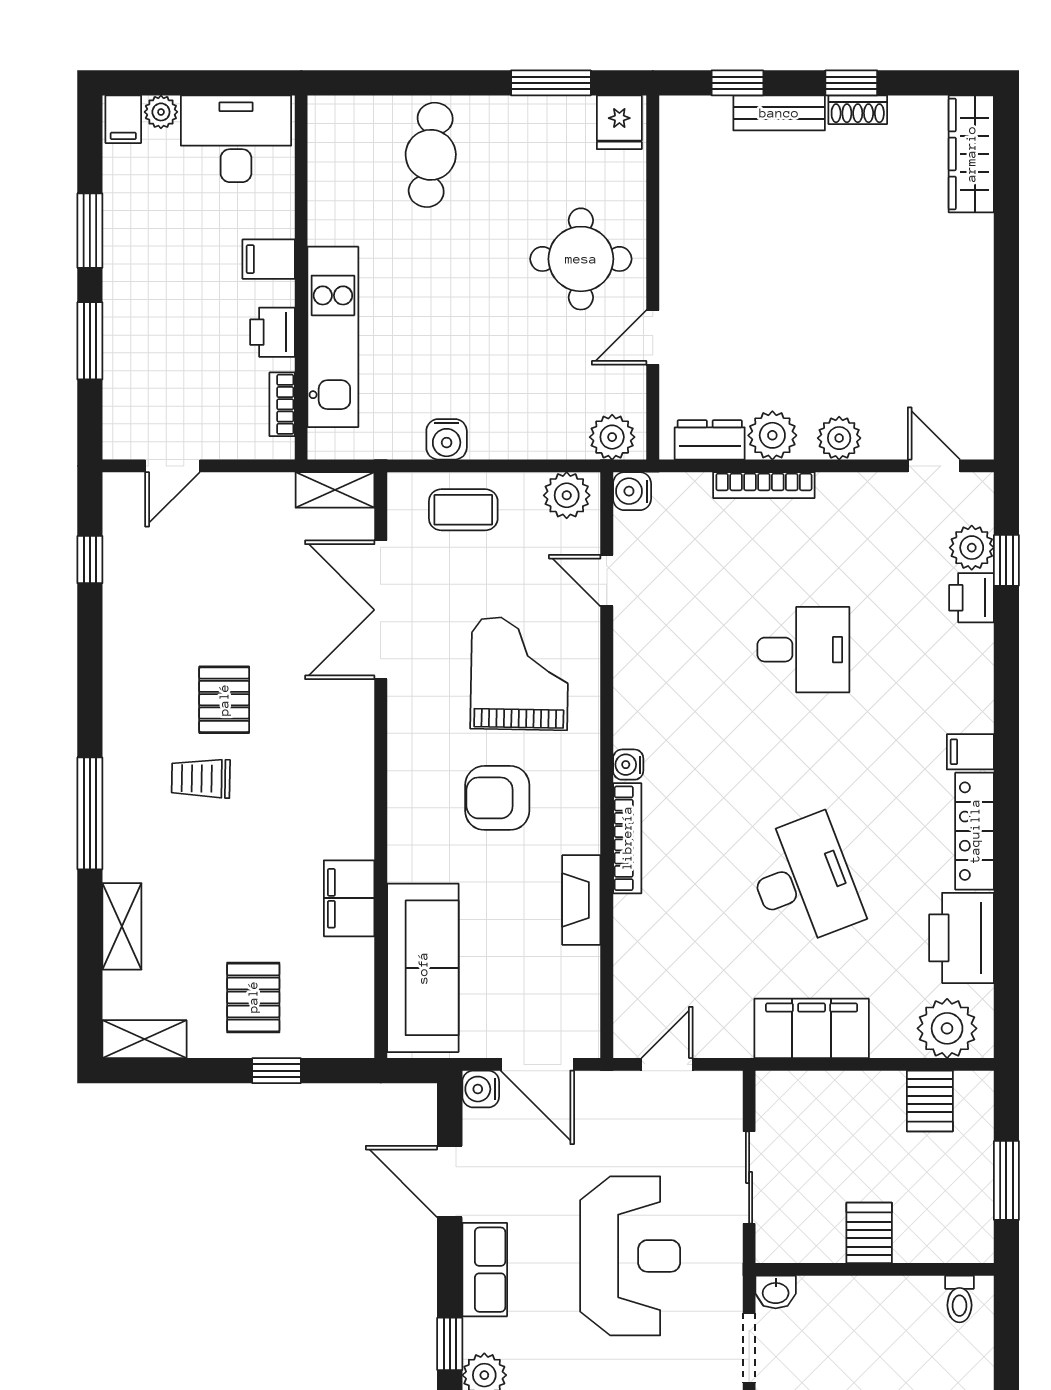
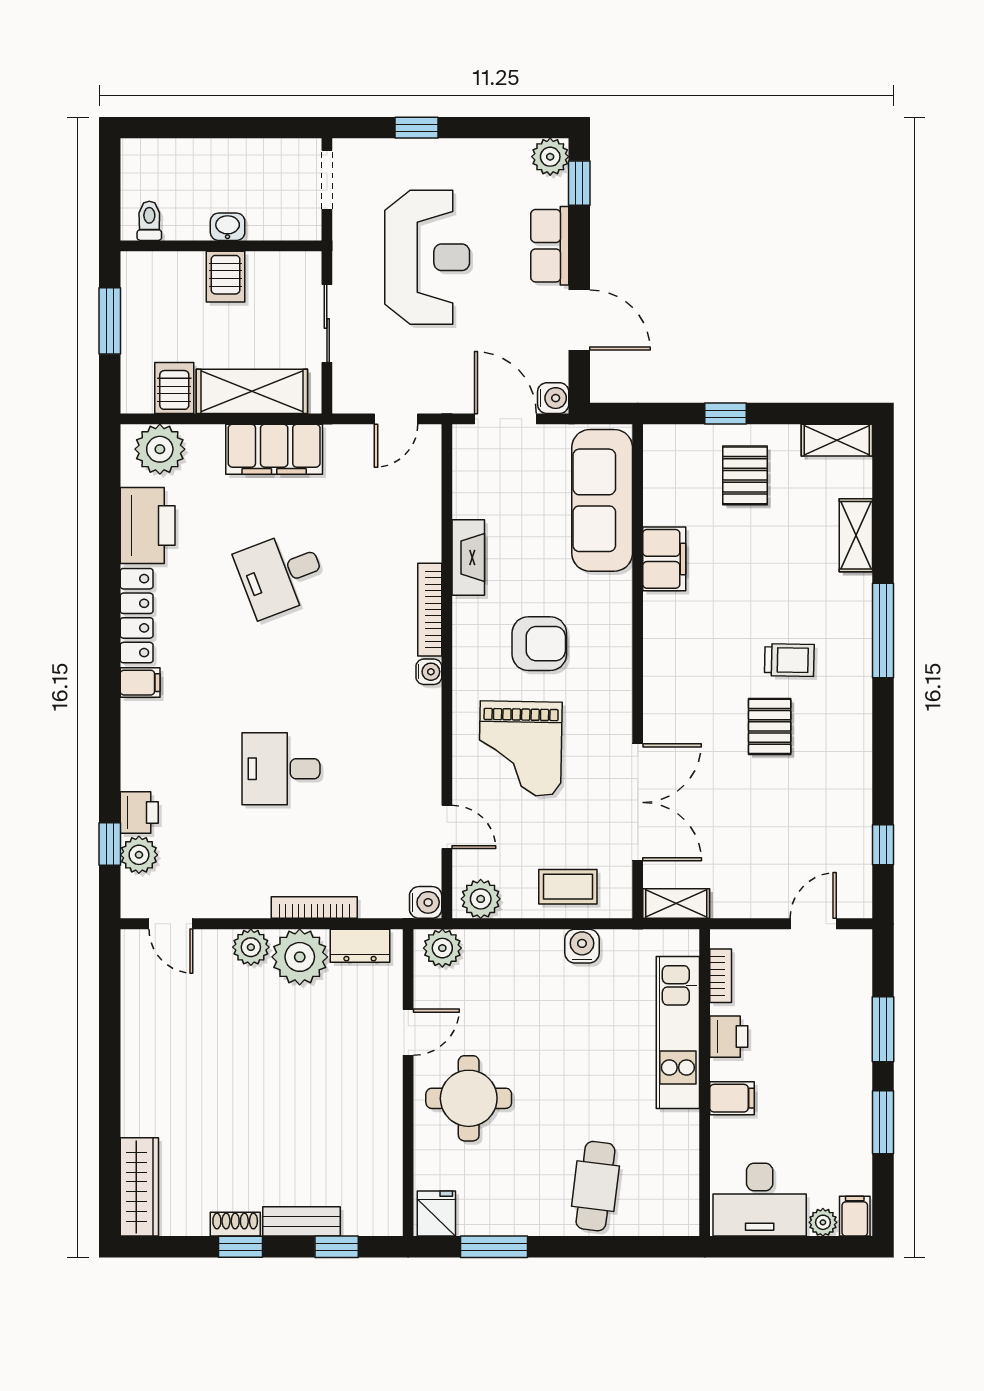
plant: (772, 435) -> (300, 957), width x1.36, depth x1.36
desk: (803, 881) -> (281, 574), width x0.73
shelving: (838, 1097) -> (252, 391), added
reception desk: (630, 1256) -> (427, 257), turned 180
washbasin: (776, 1292) -> (228, 227), moved

